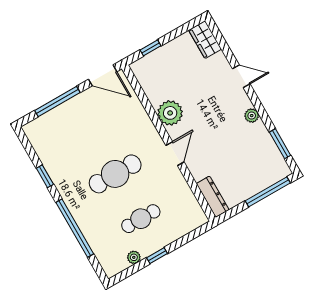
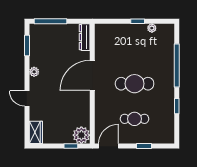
door: (103, 75) -> (109, 146), hinge flipped
window: (57, 101) -> (144, 146), width x0.46
plant: (170, 113) -> (81, 135), moved
door: (175, 154) -> (92, 75), width x1.88
cafe table: (141, 219) -> (135, 119), moved

